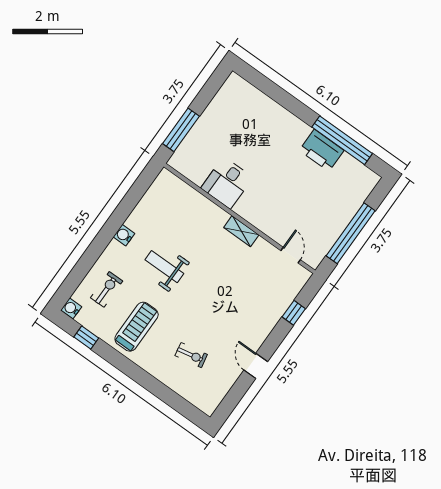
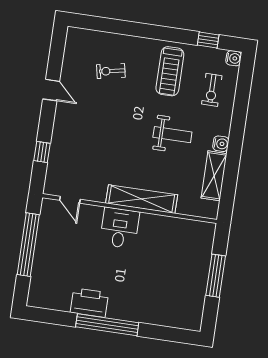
window: (181, 130) -> (216, 276), moved
window: (342, 140) -> (107, 325), moved
desk: (227, 183) -> (120, 228), moved
shelving: (145, 209) -> (214, 176), added
shelving: (241, 231) -> (142, 199), width x2.20, depth x1.33

